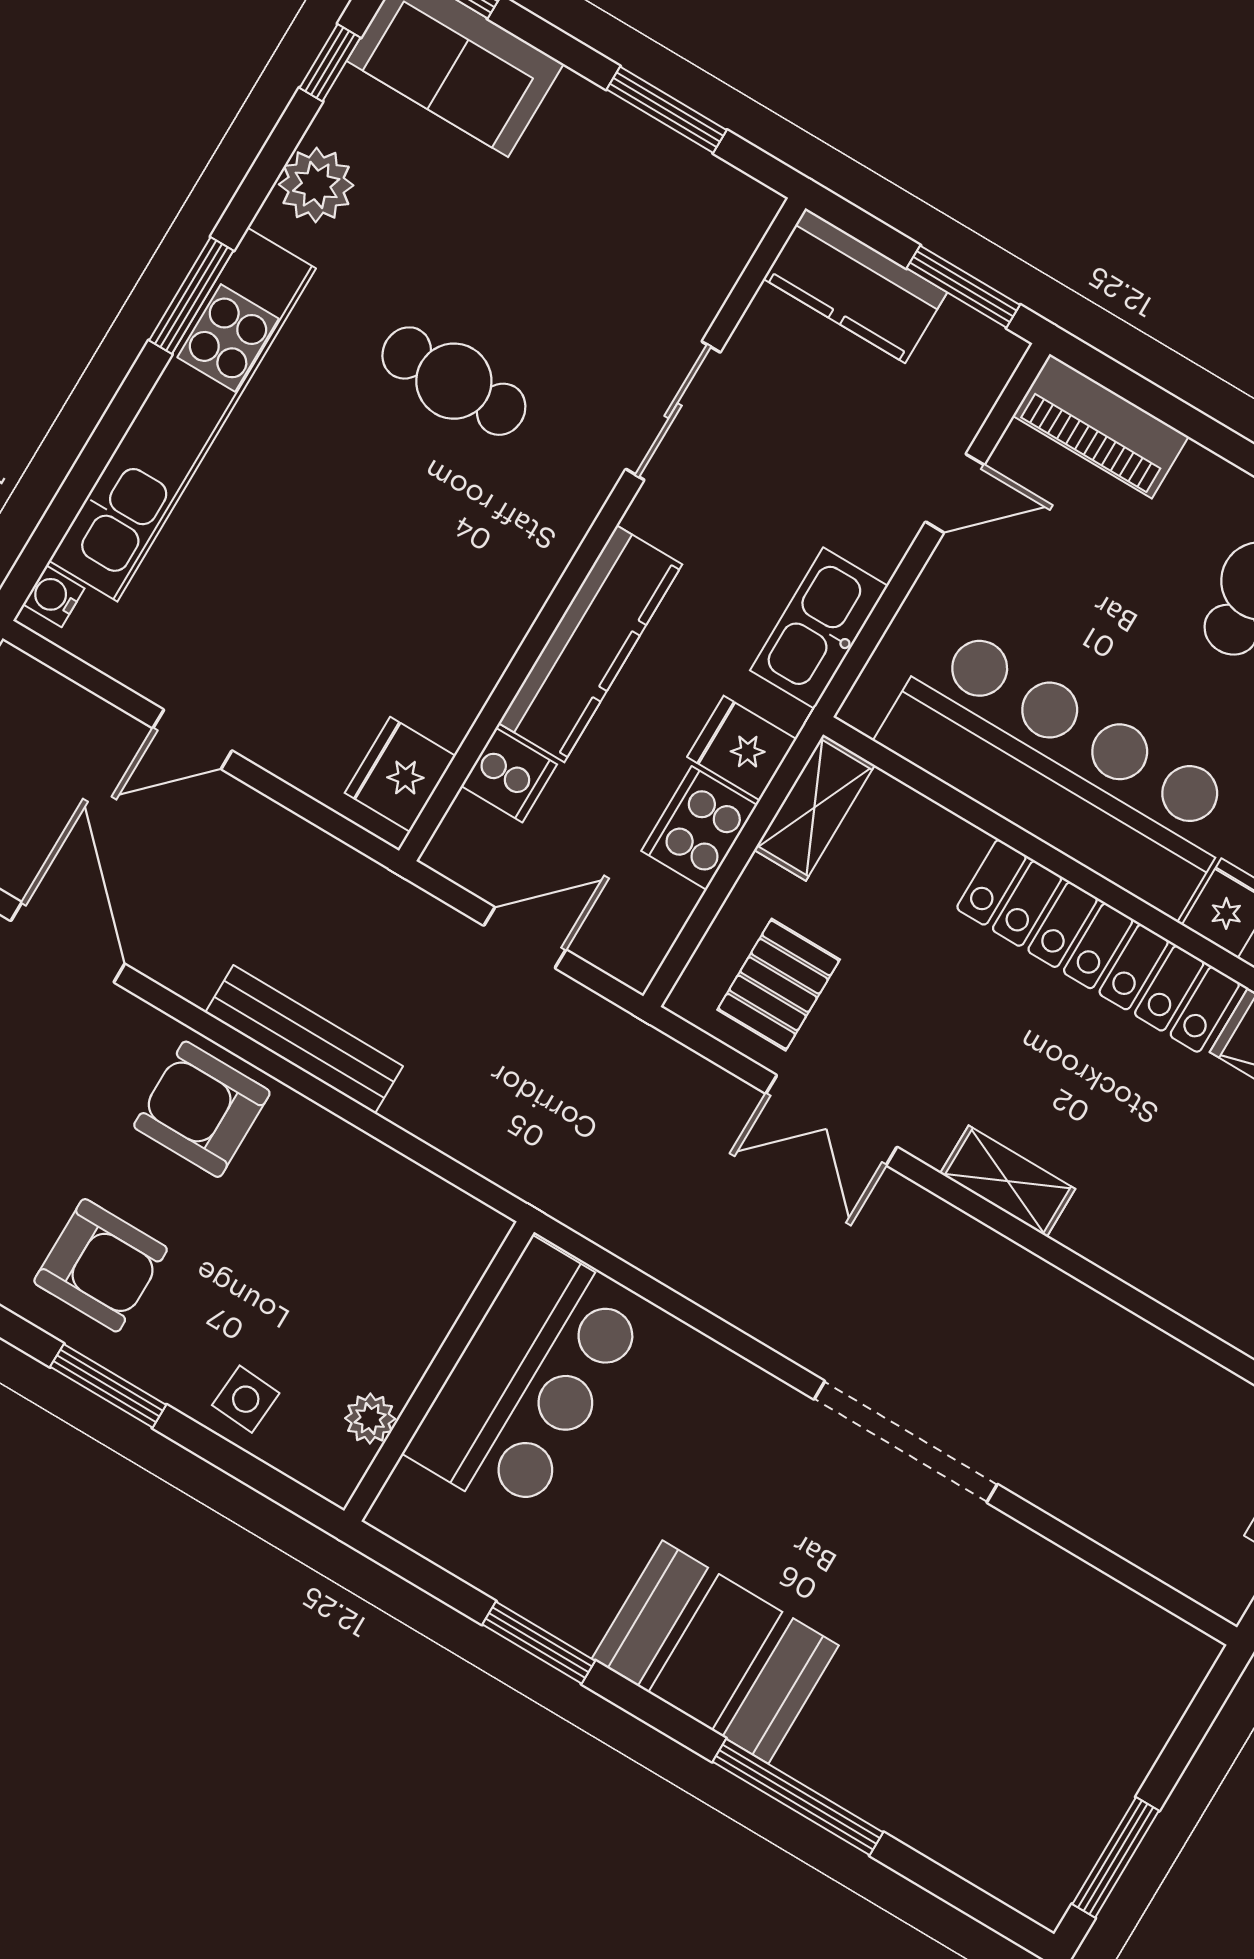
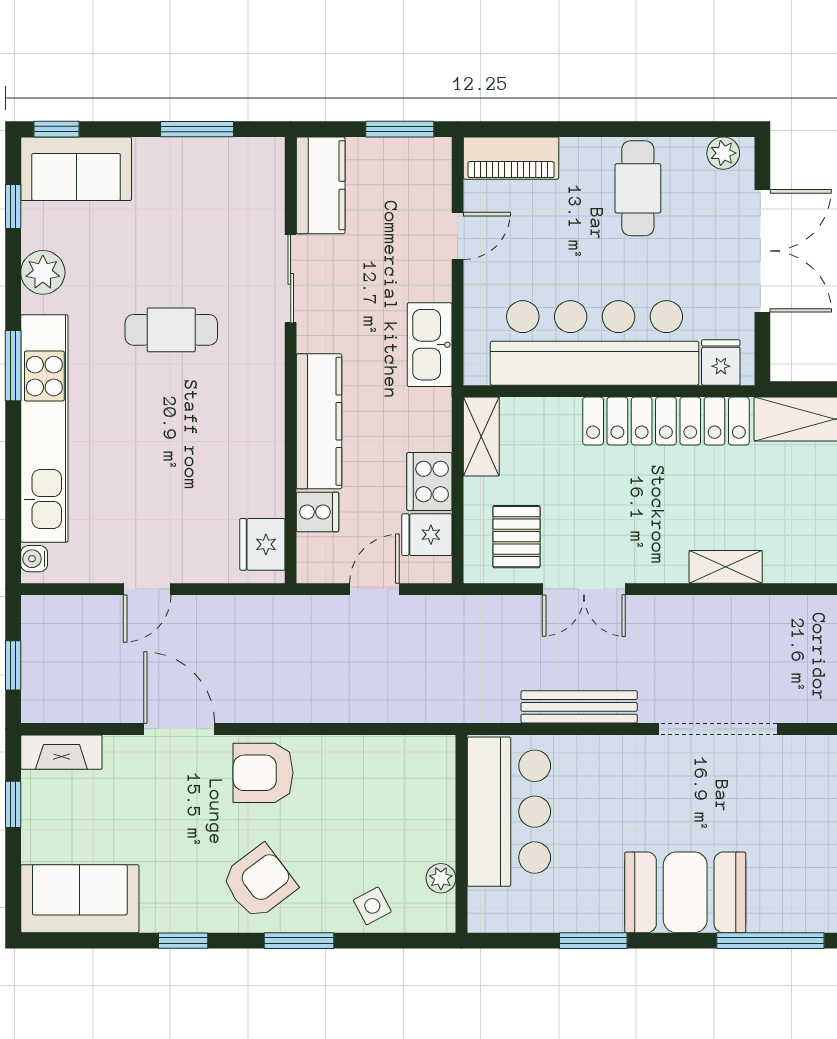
kitchen counter: (855, 286) -> (321, 185), moved, turned -90
fridge: (742, 748) -> (427, 535), moved
door: (68, 942) -> (179, 729), moved
bench: (304, 1039) -> (579, 707), moved
shelving: (1008, 1181) -> (726, 567), moved
armchair: (101, 1265) -> (259, 882), turned -37
side table: (246, 1399) -> (372, 906), turned -32

